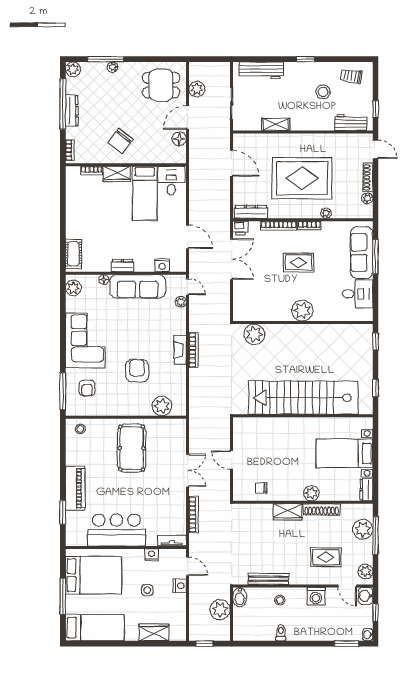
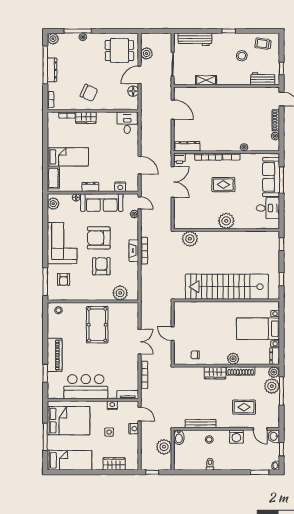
chair: (121, 141) -> (89, 93), turned -104
rug: (302, 178) -> (226, 121), removed
bed: (145, 193) -> (68, 157), moved, turned -90
armchair: (134, 333) -> (99, 238), added
plant: (365, 571) -> (274, 372), moved

